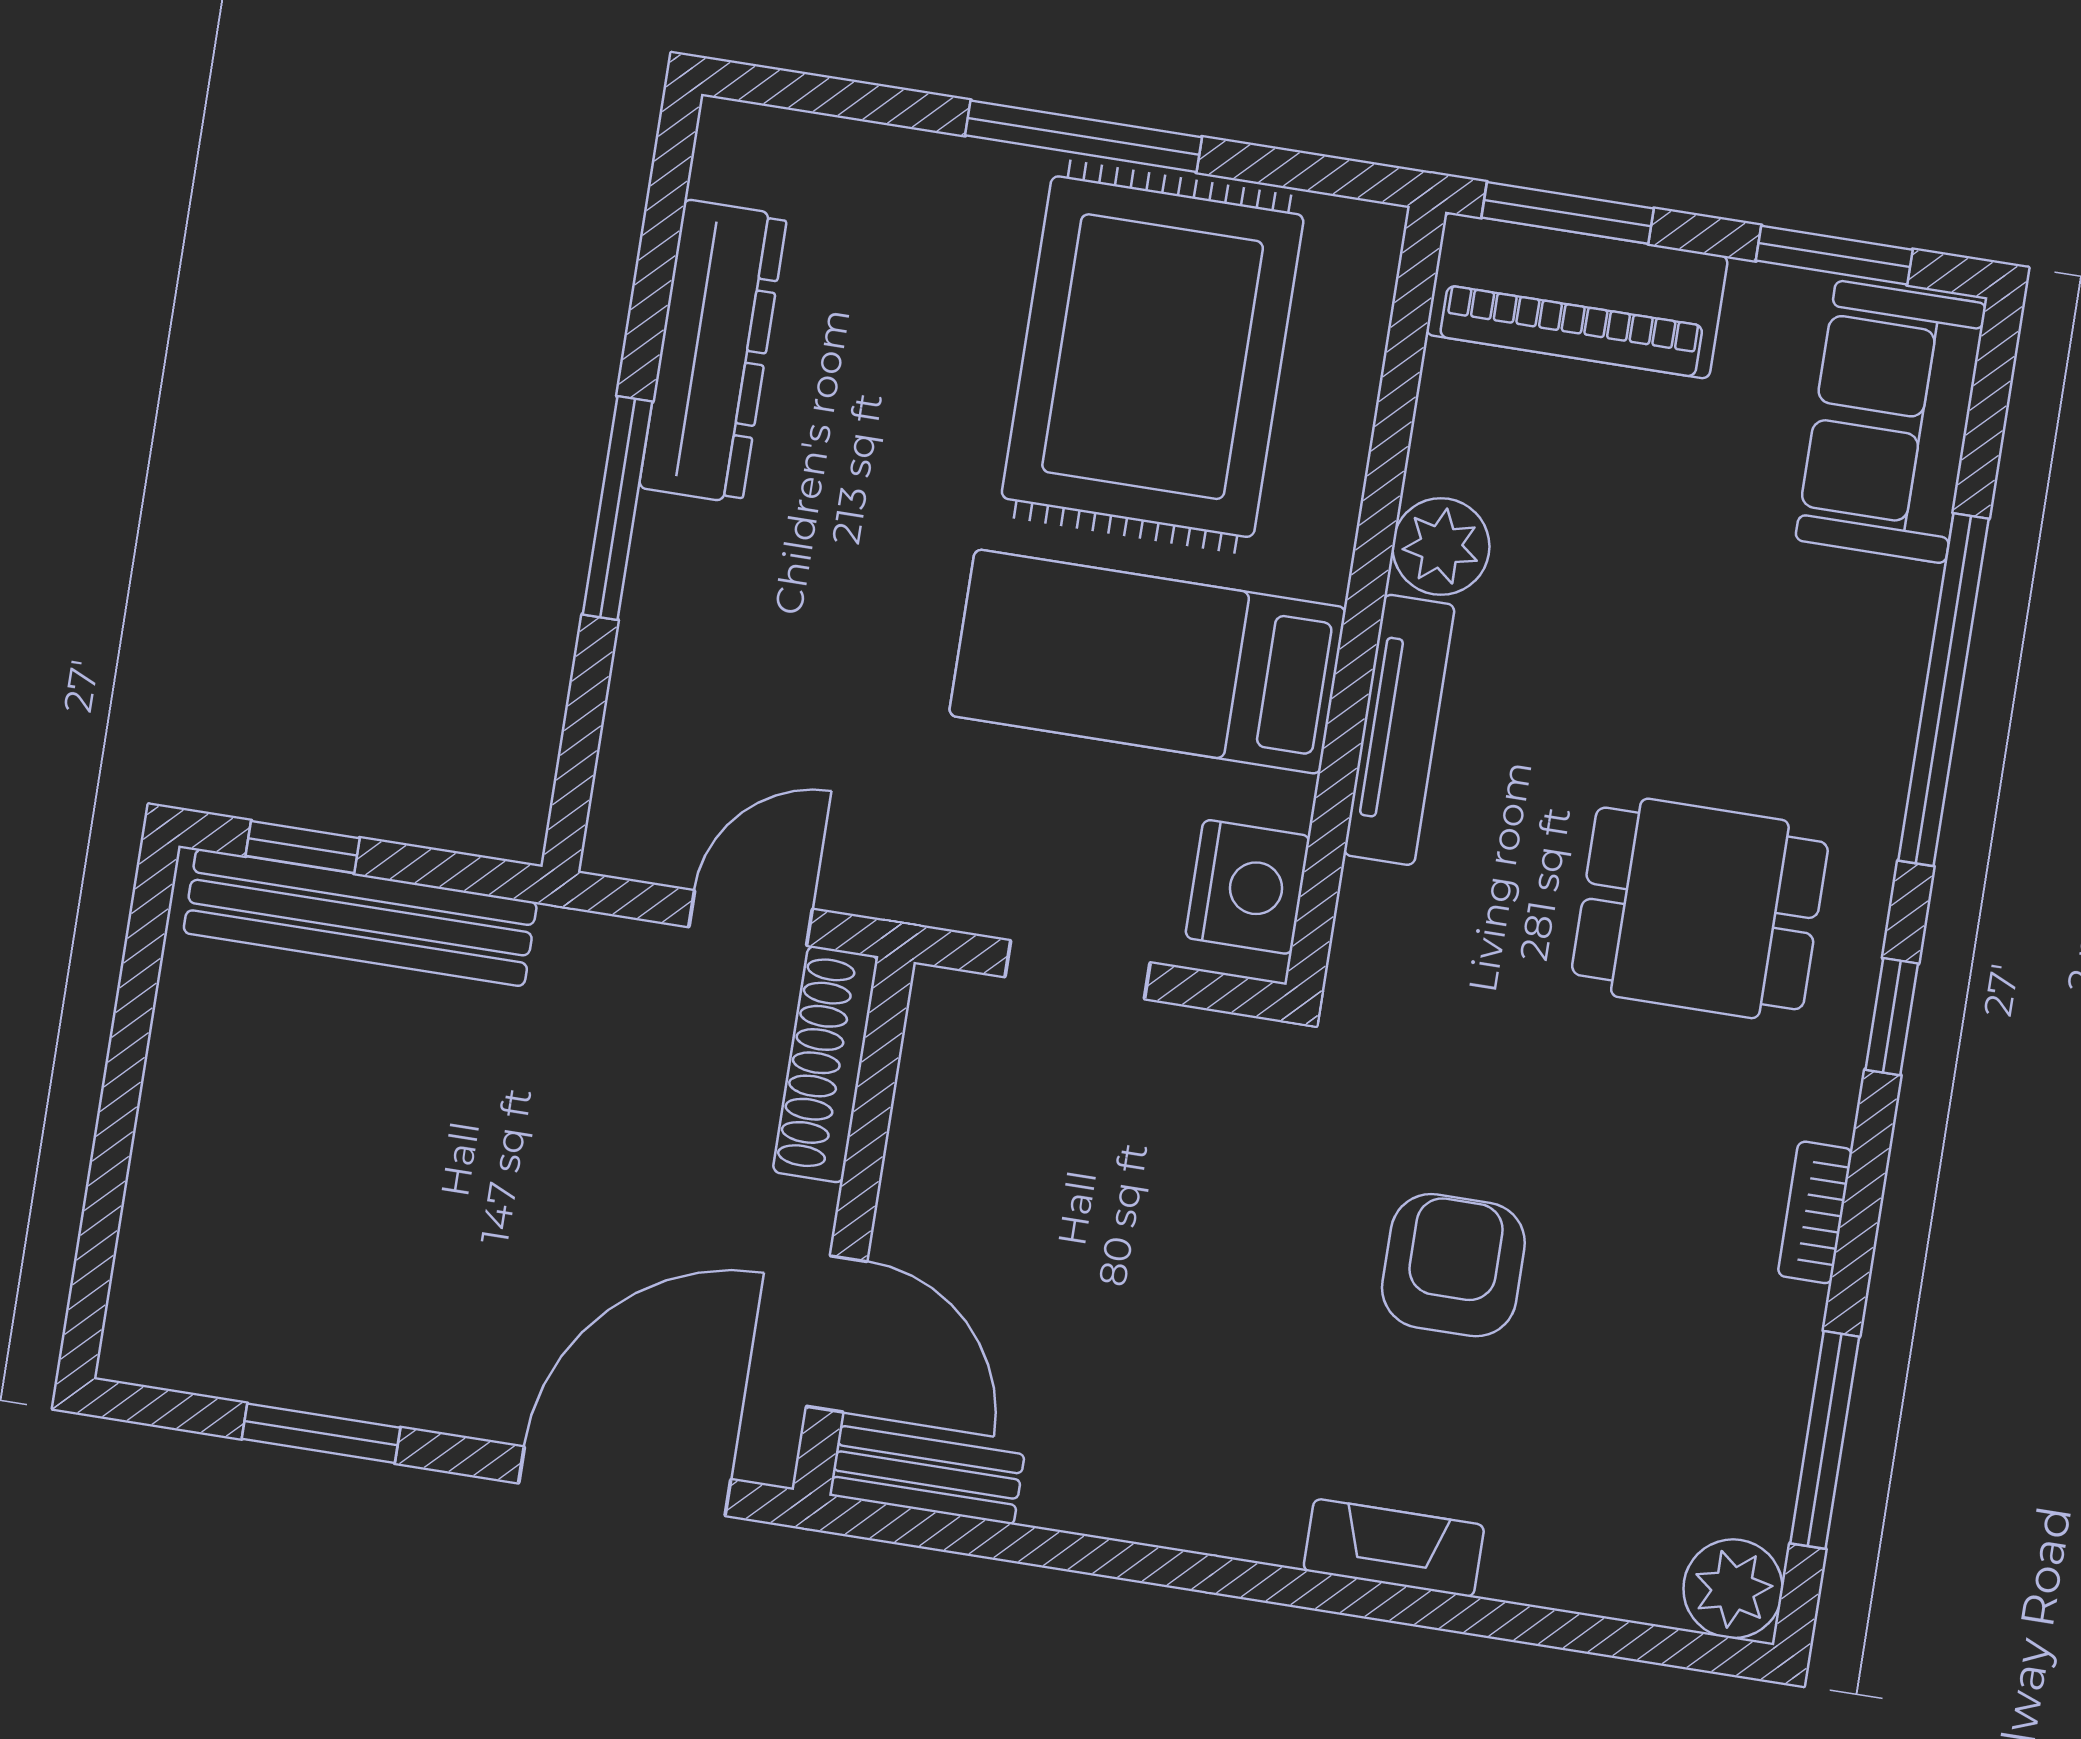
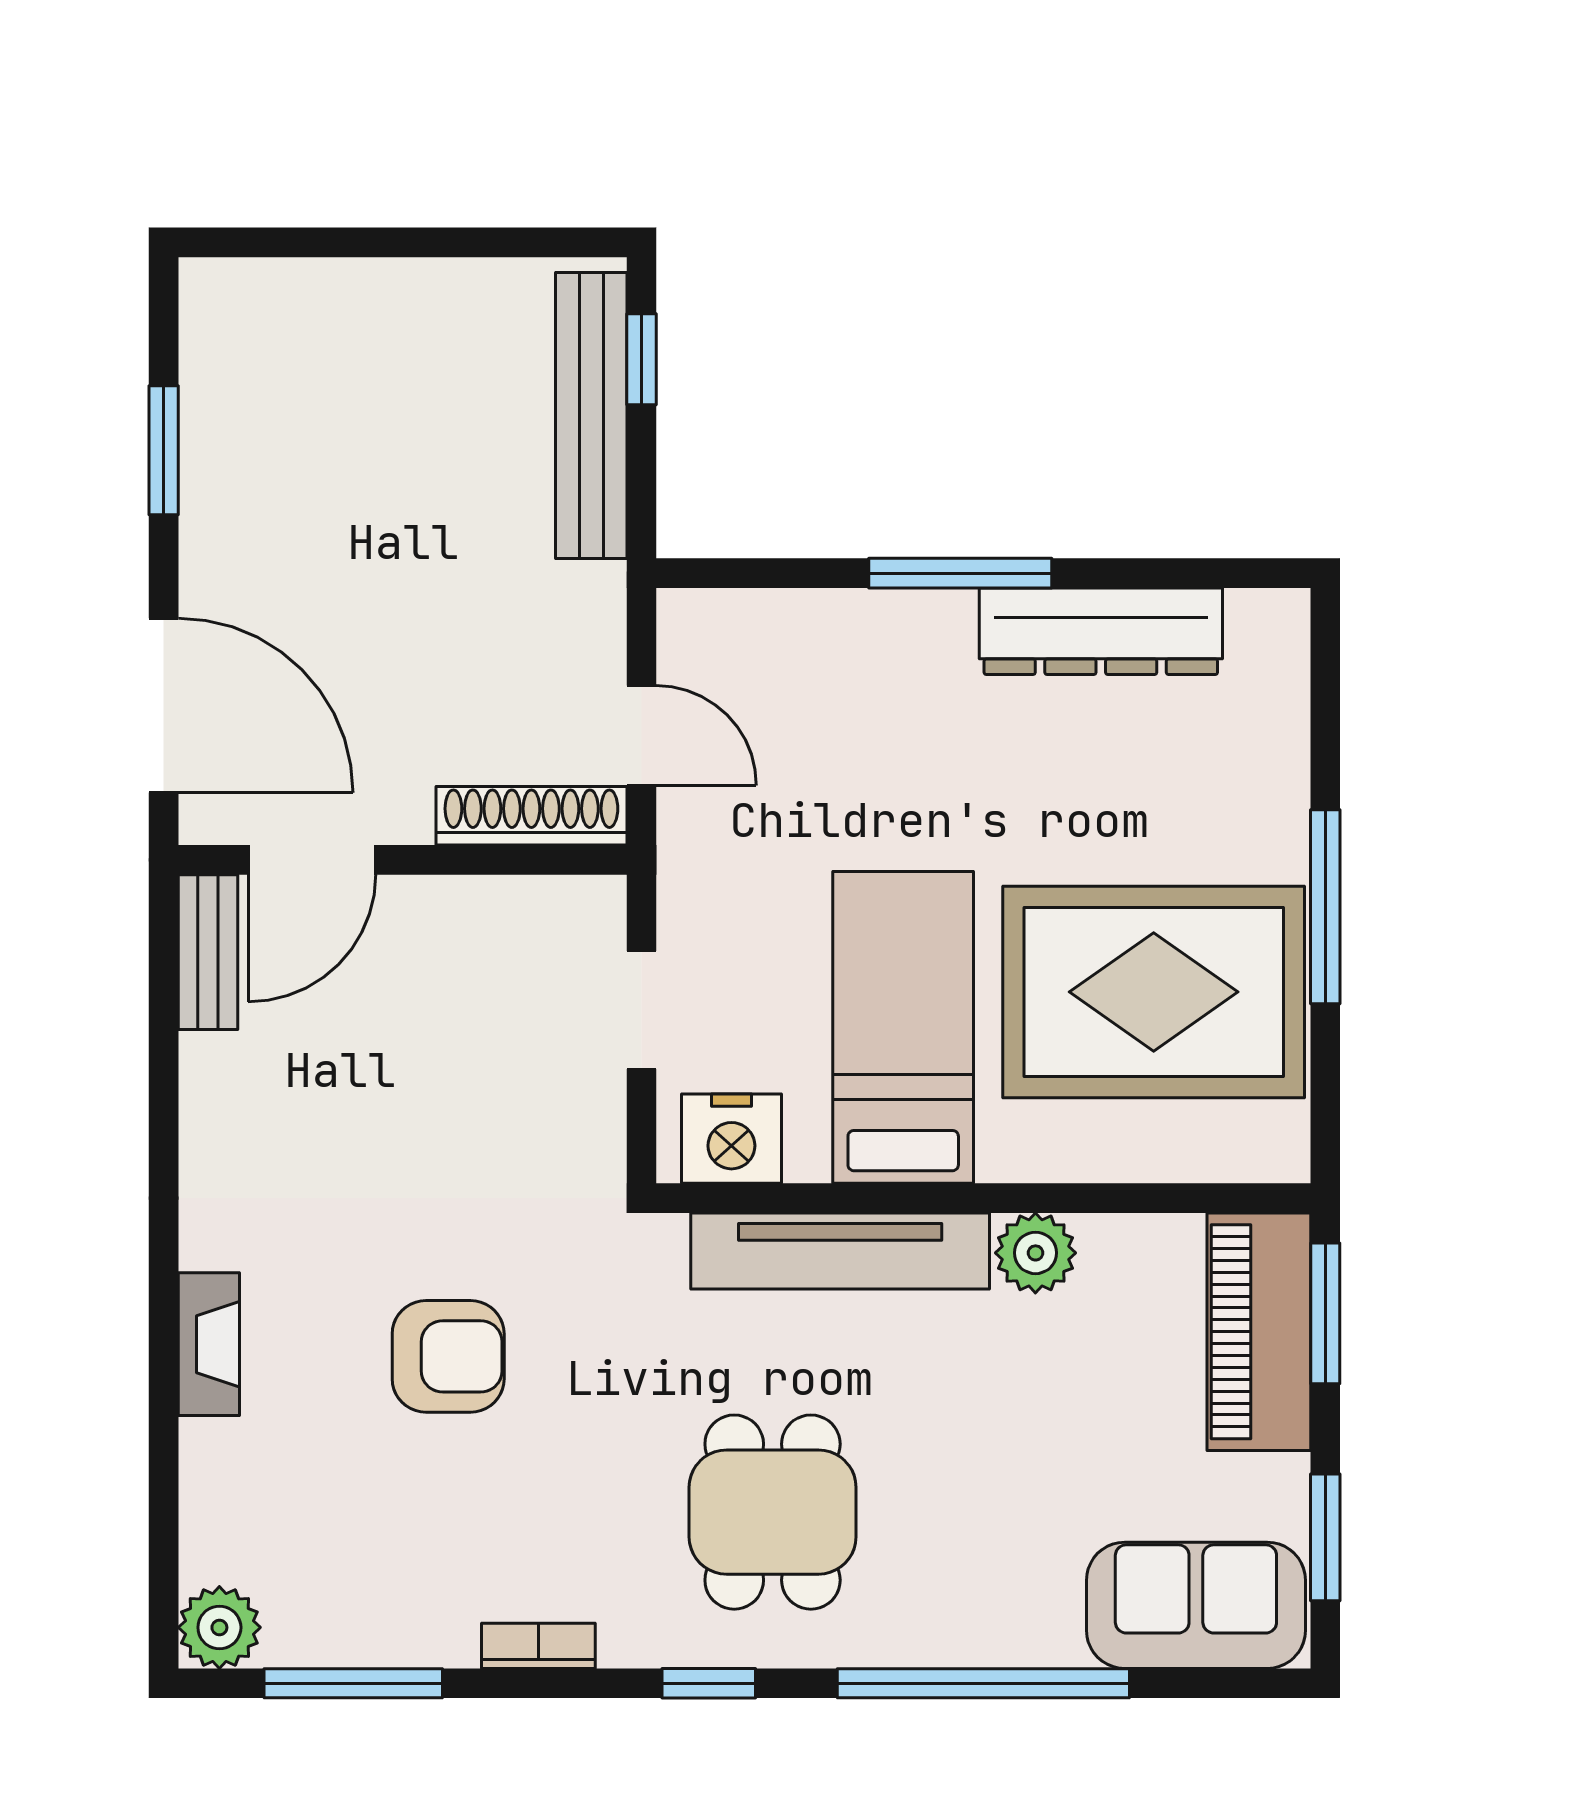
tv unit: (1399, 730) -> (840, 1251), width x1.36, depth x1.29

